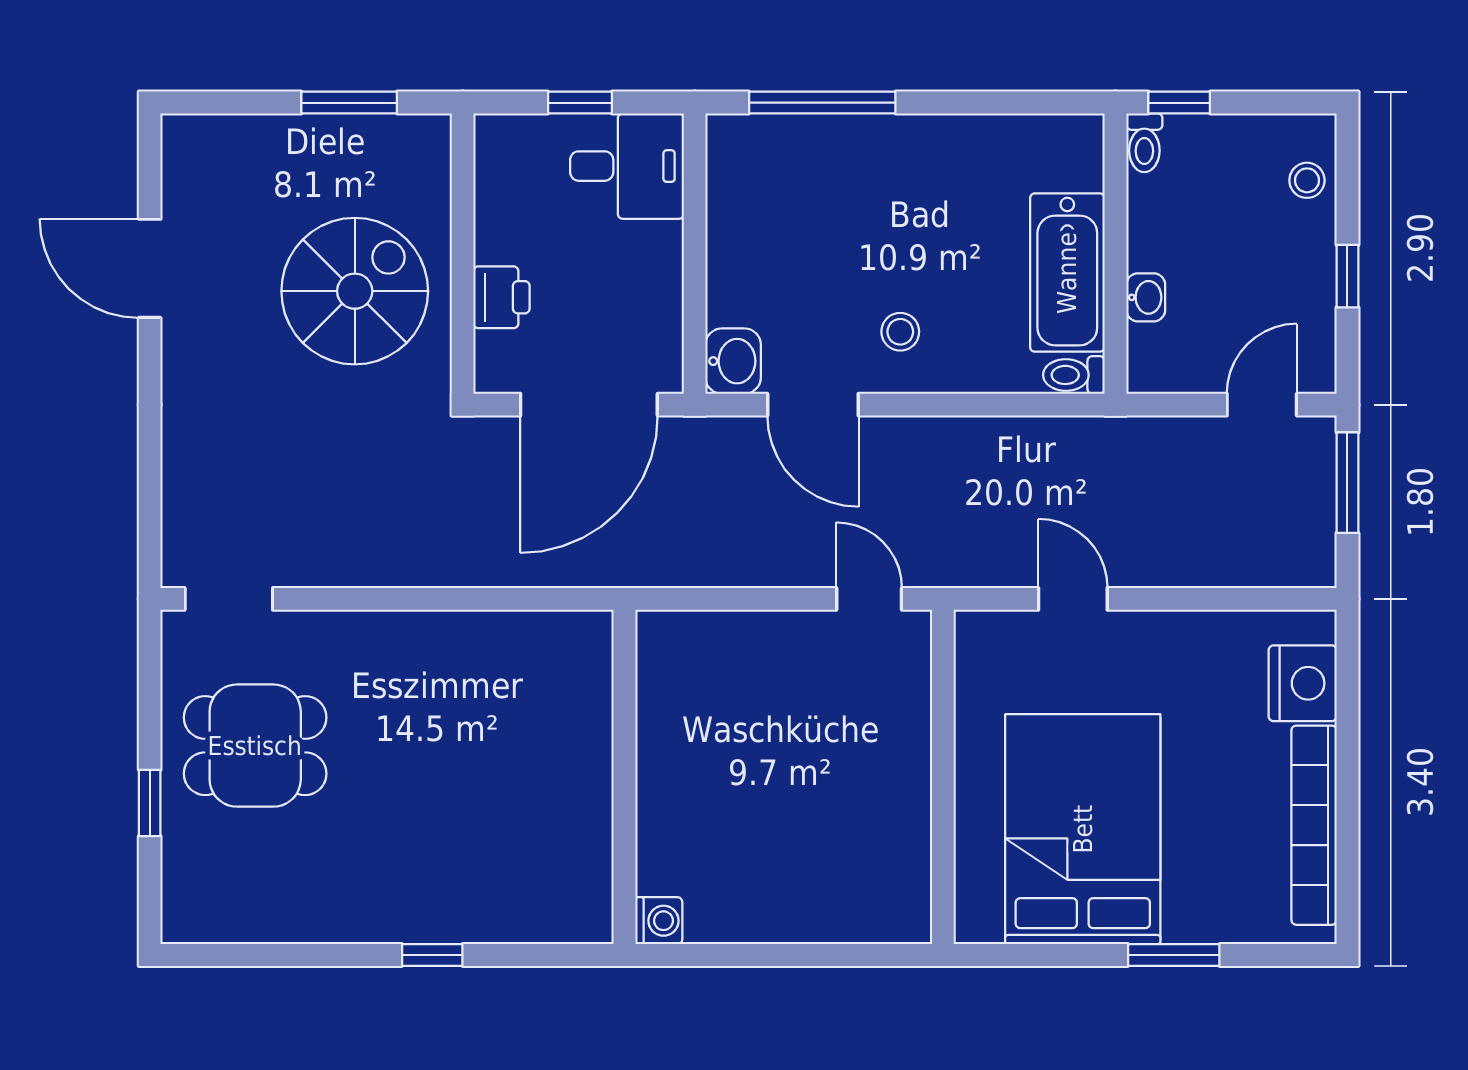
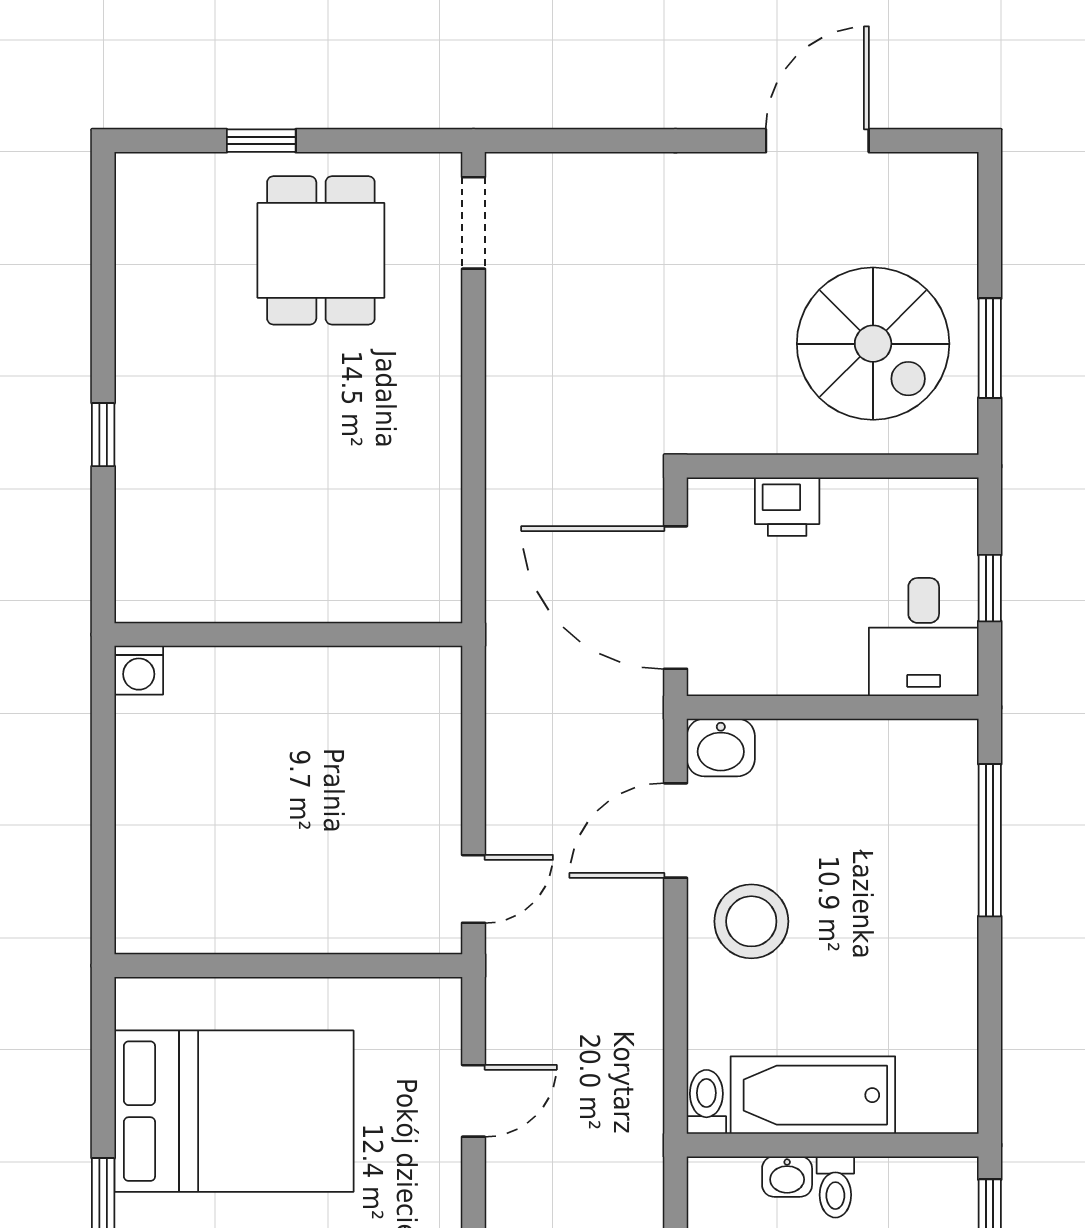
toilet: (1144, 143) -> (835, 1187), moved, turned -90
spiral stairs: (355, 291) -> (873, 344), moved
stool: (900, 332) -> (751, 921), width x1.89, depth x1.89

